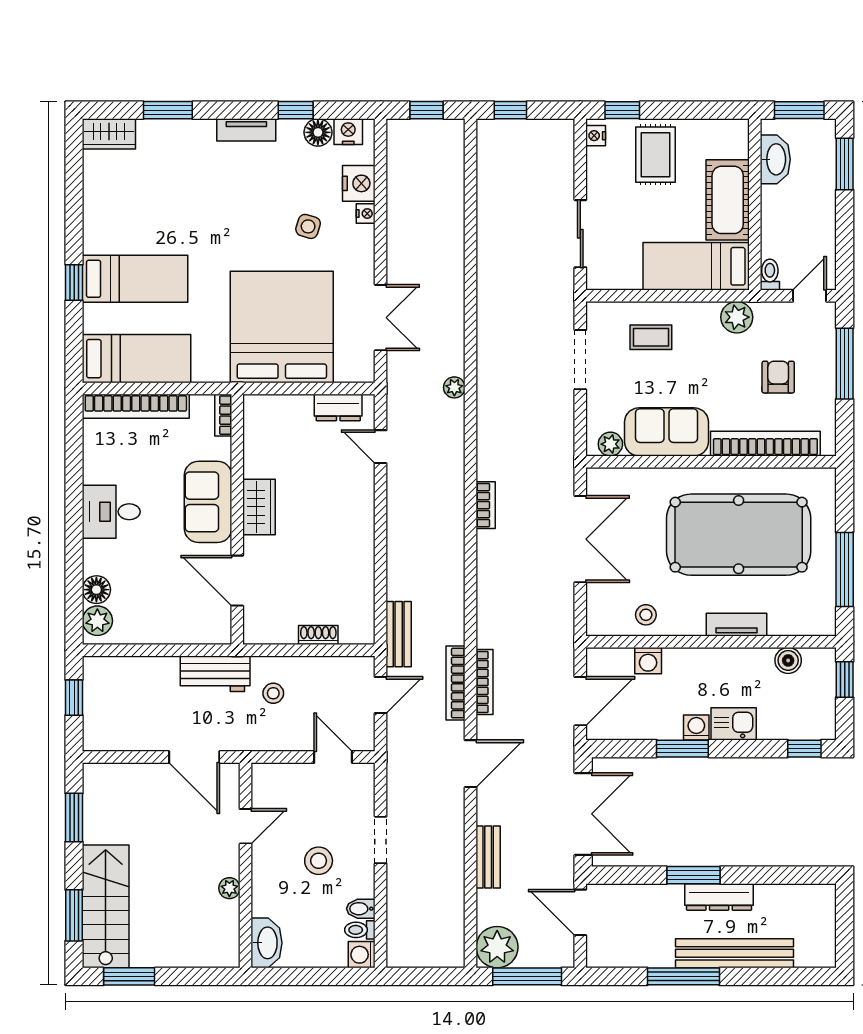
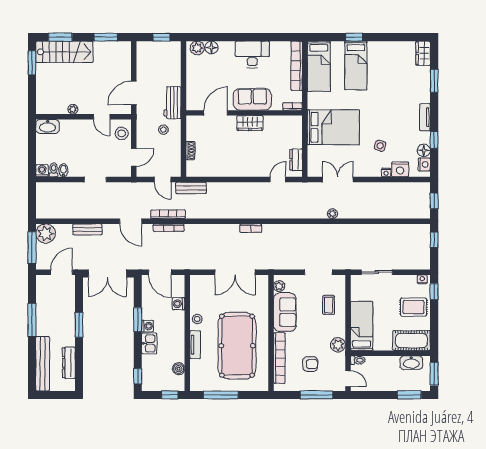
cot: (728, 200) -> (412, 341), moved
double door: (381, 318) -> (338, 179), swing flipped
bed: (282, 327) -> (333, 127), width x0.73
plant: (454, 387) -> (333, 214), moved
desk: (111, 512) -> (252, 54), width x1.37
stool: (646, 615) -> (197, 319), moved
stool: (319, 861) -> (122, 133), moved
dresser: (719, 897) -> (69, 363), moved
bench: (735, 953) -> (43, 364), moved

